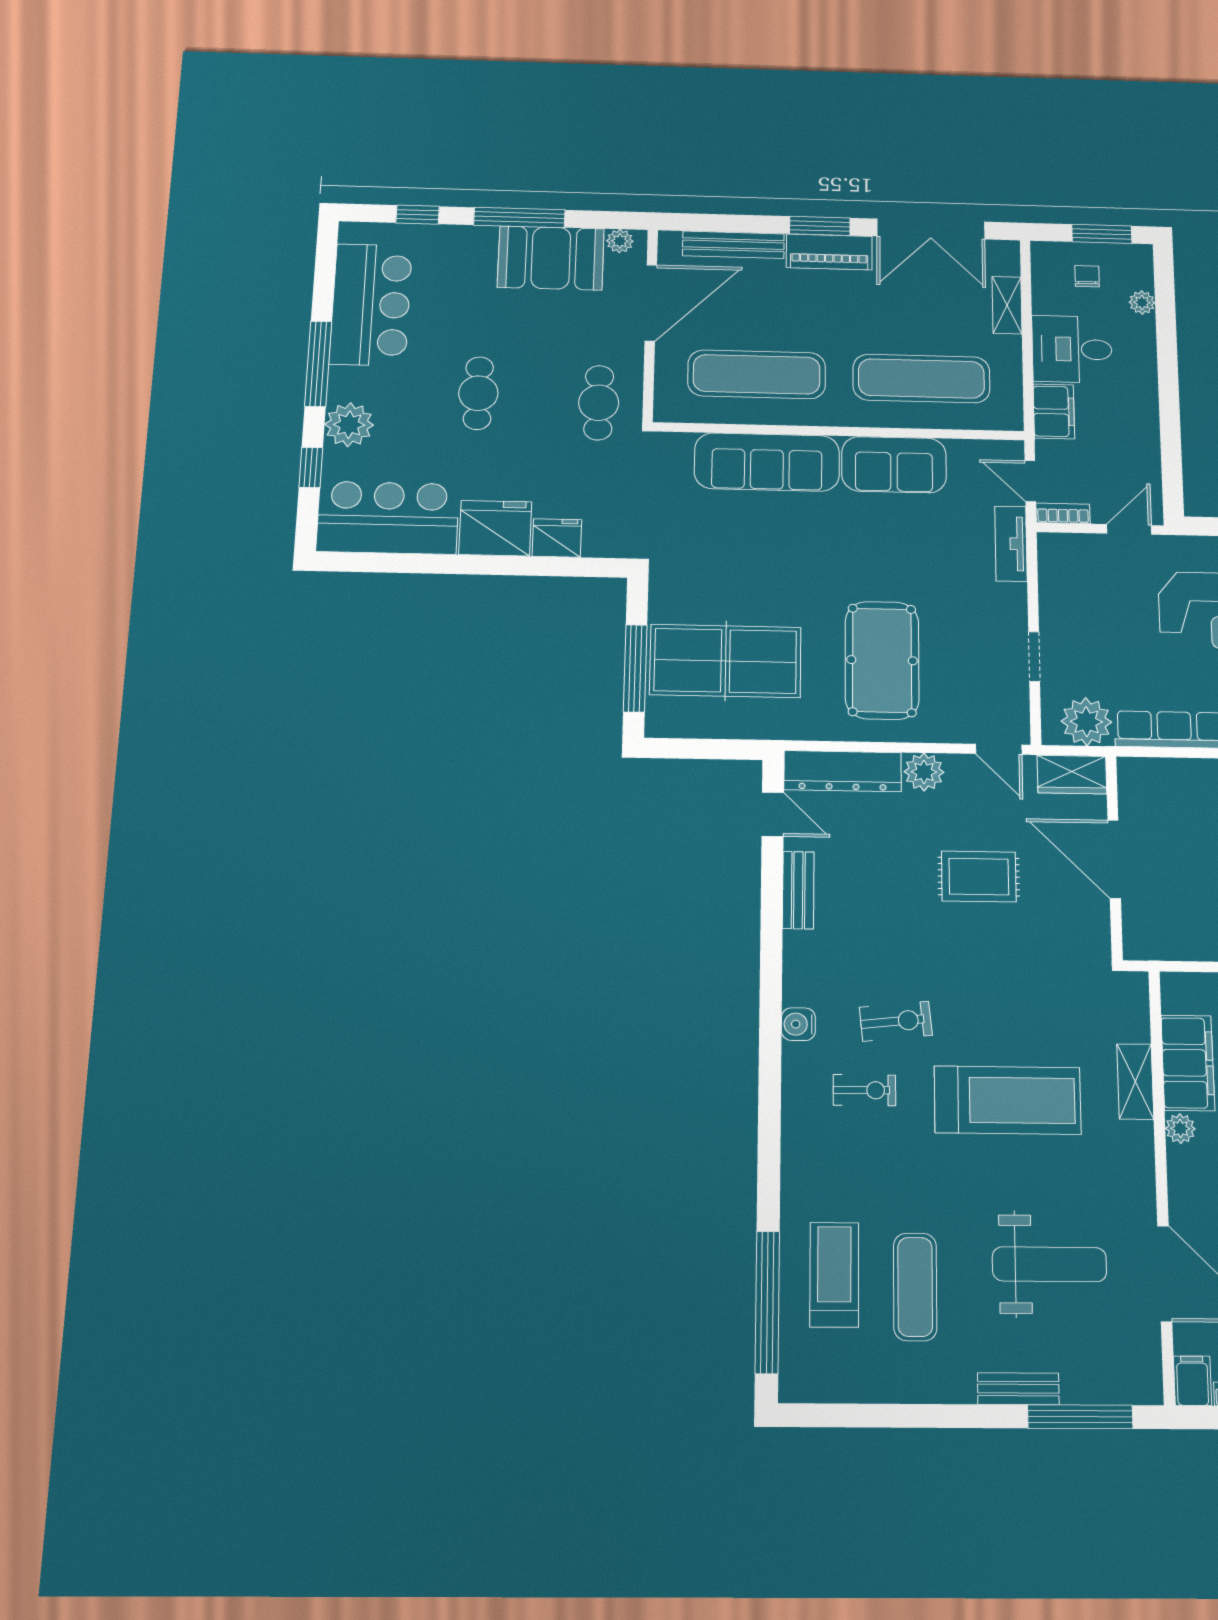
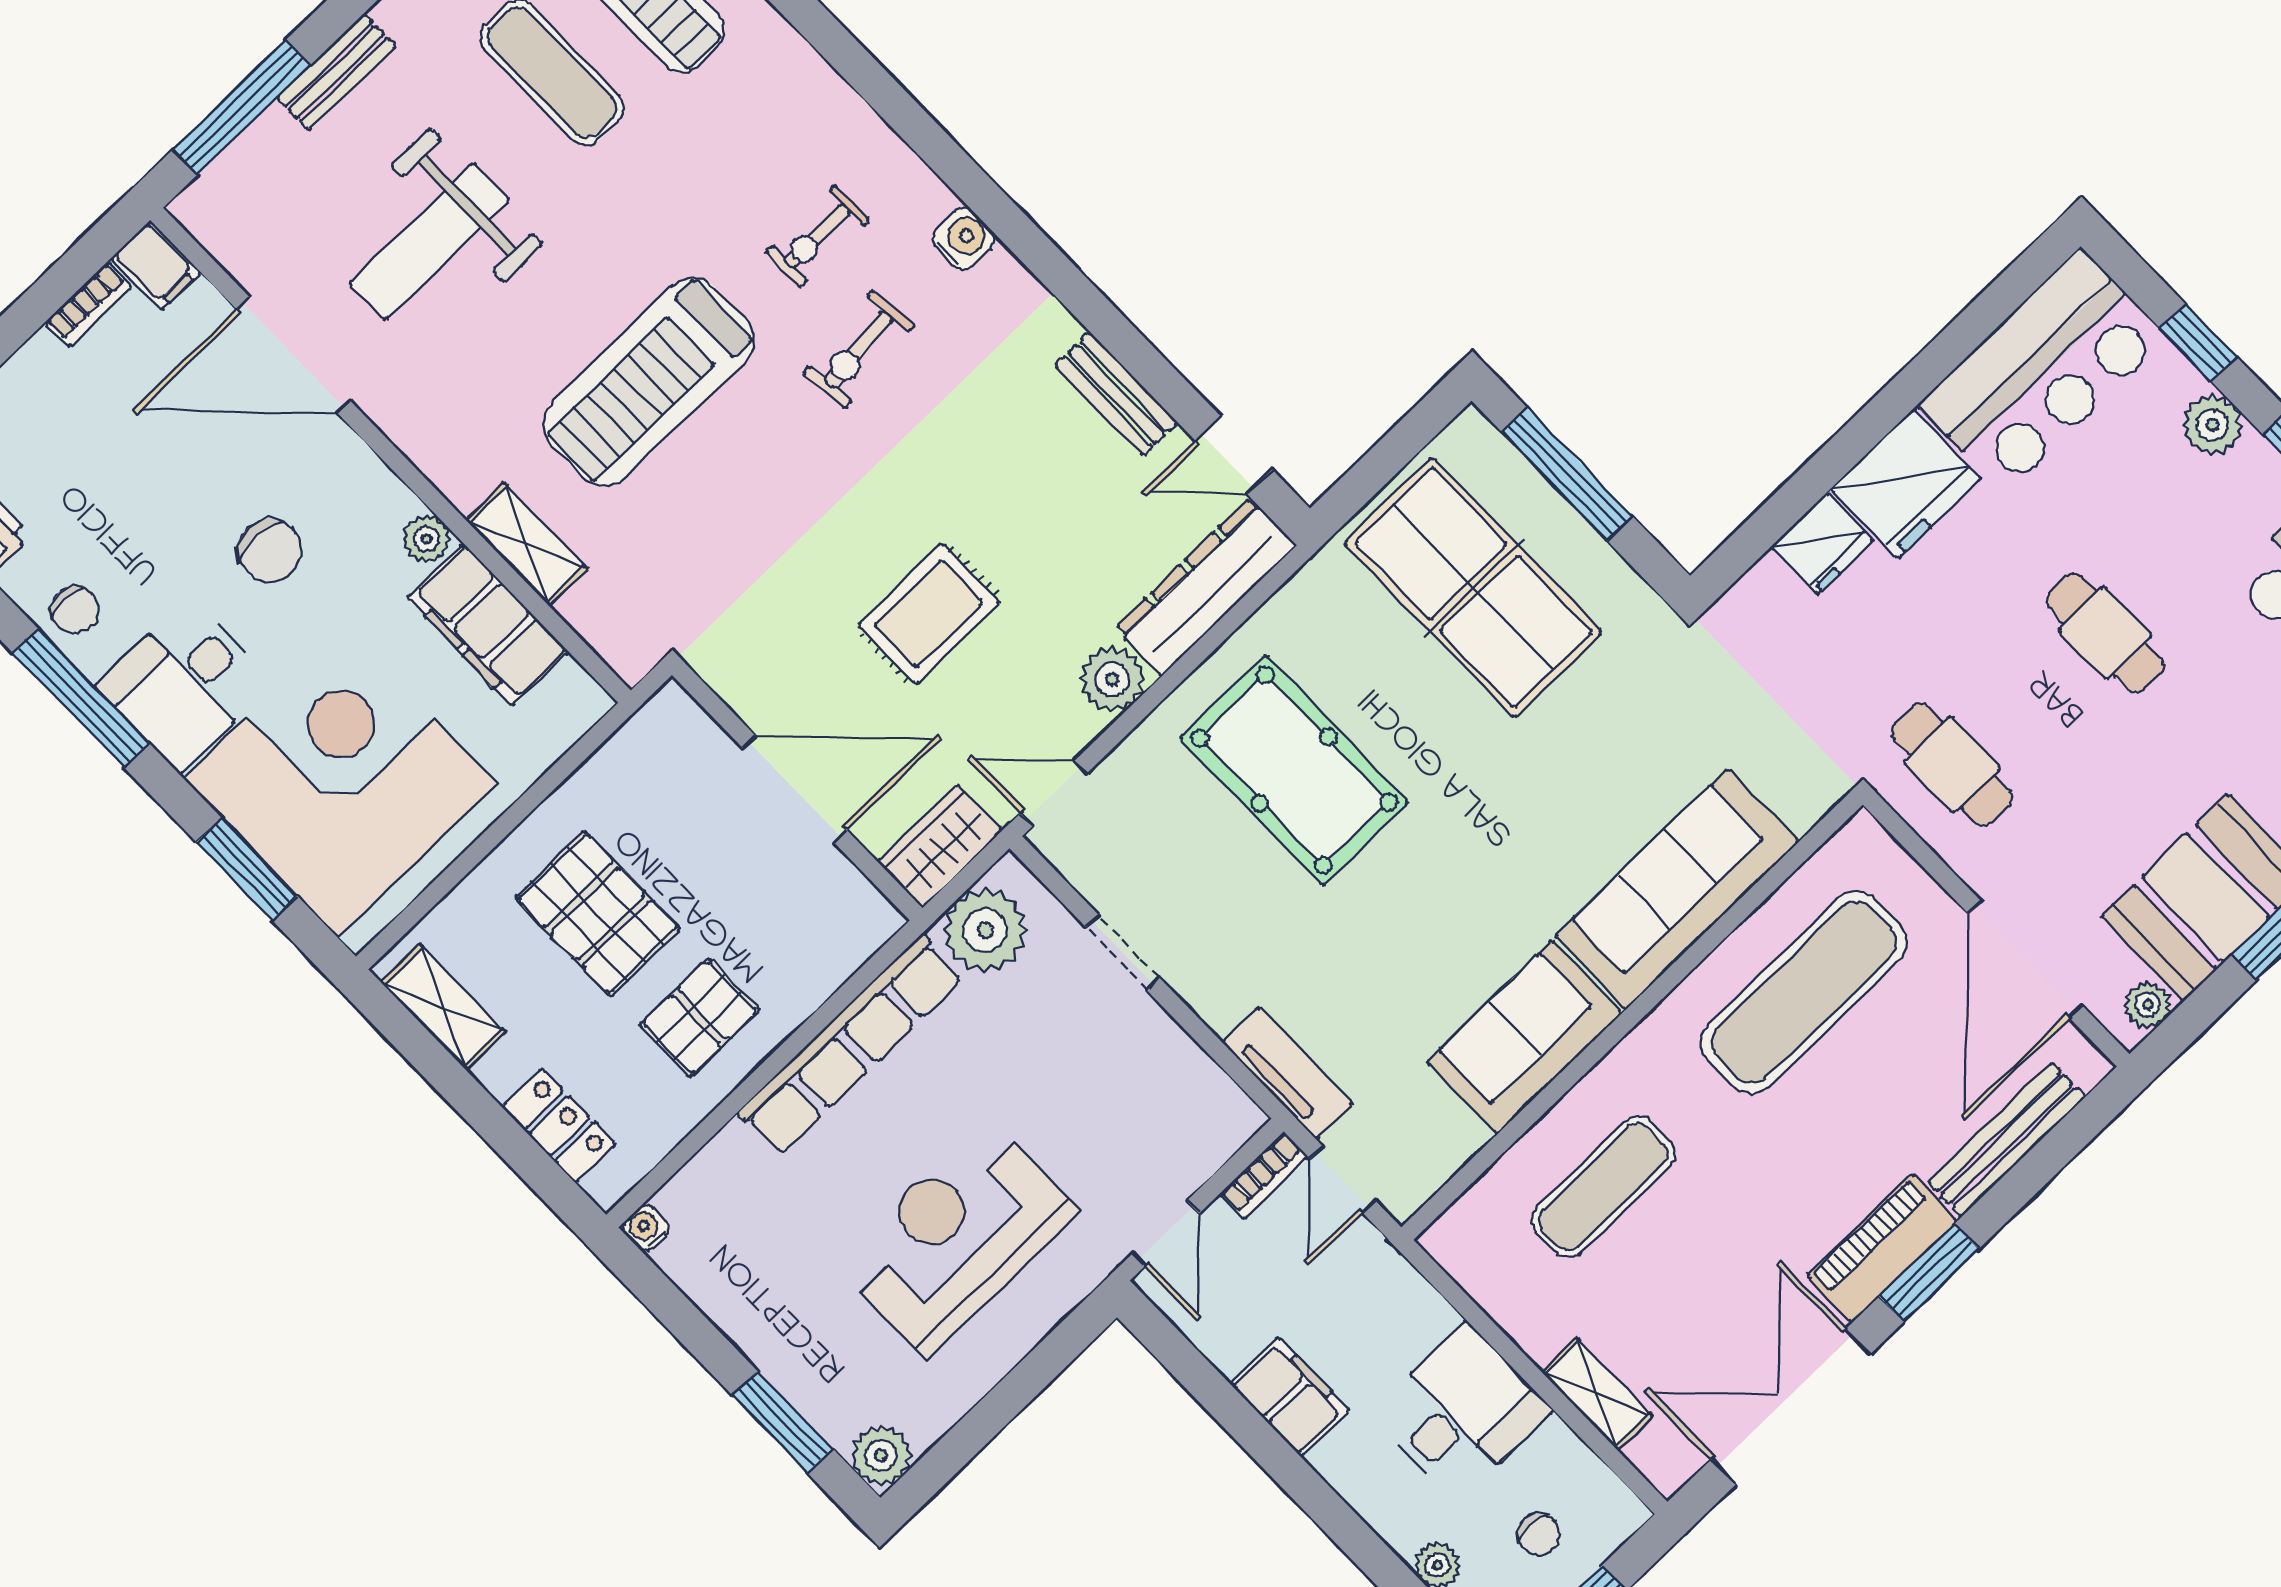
exercise mat: (921, 379) -> (1603, 1187), width x0.73, depth x0.69
filing cabinet: (1054, 411) -> (1290, 1397), moved, turned 180
plant: (349, 425) -> (2212, 425), width x0.73, depth x0.73
door: (1030, 481) -> (1343, 1179), swing flipped
table tennis table: (725, 661) -> (1473, 587), turned 90

